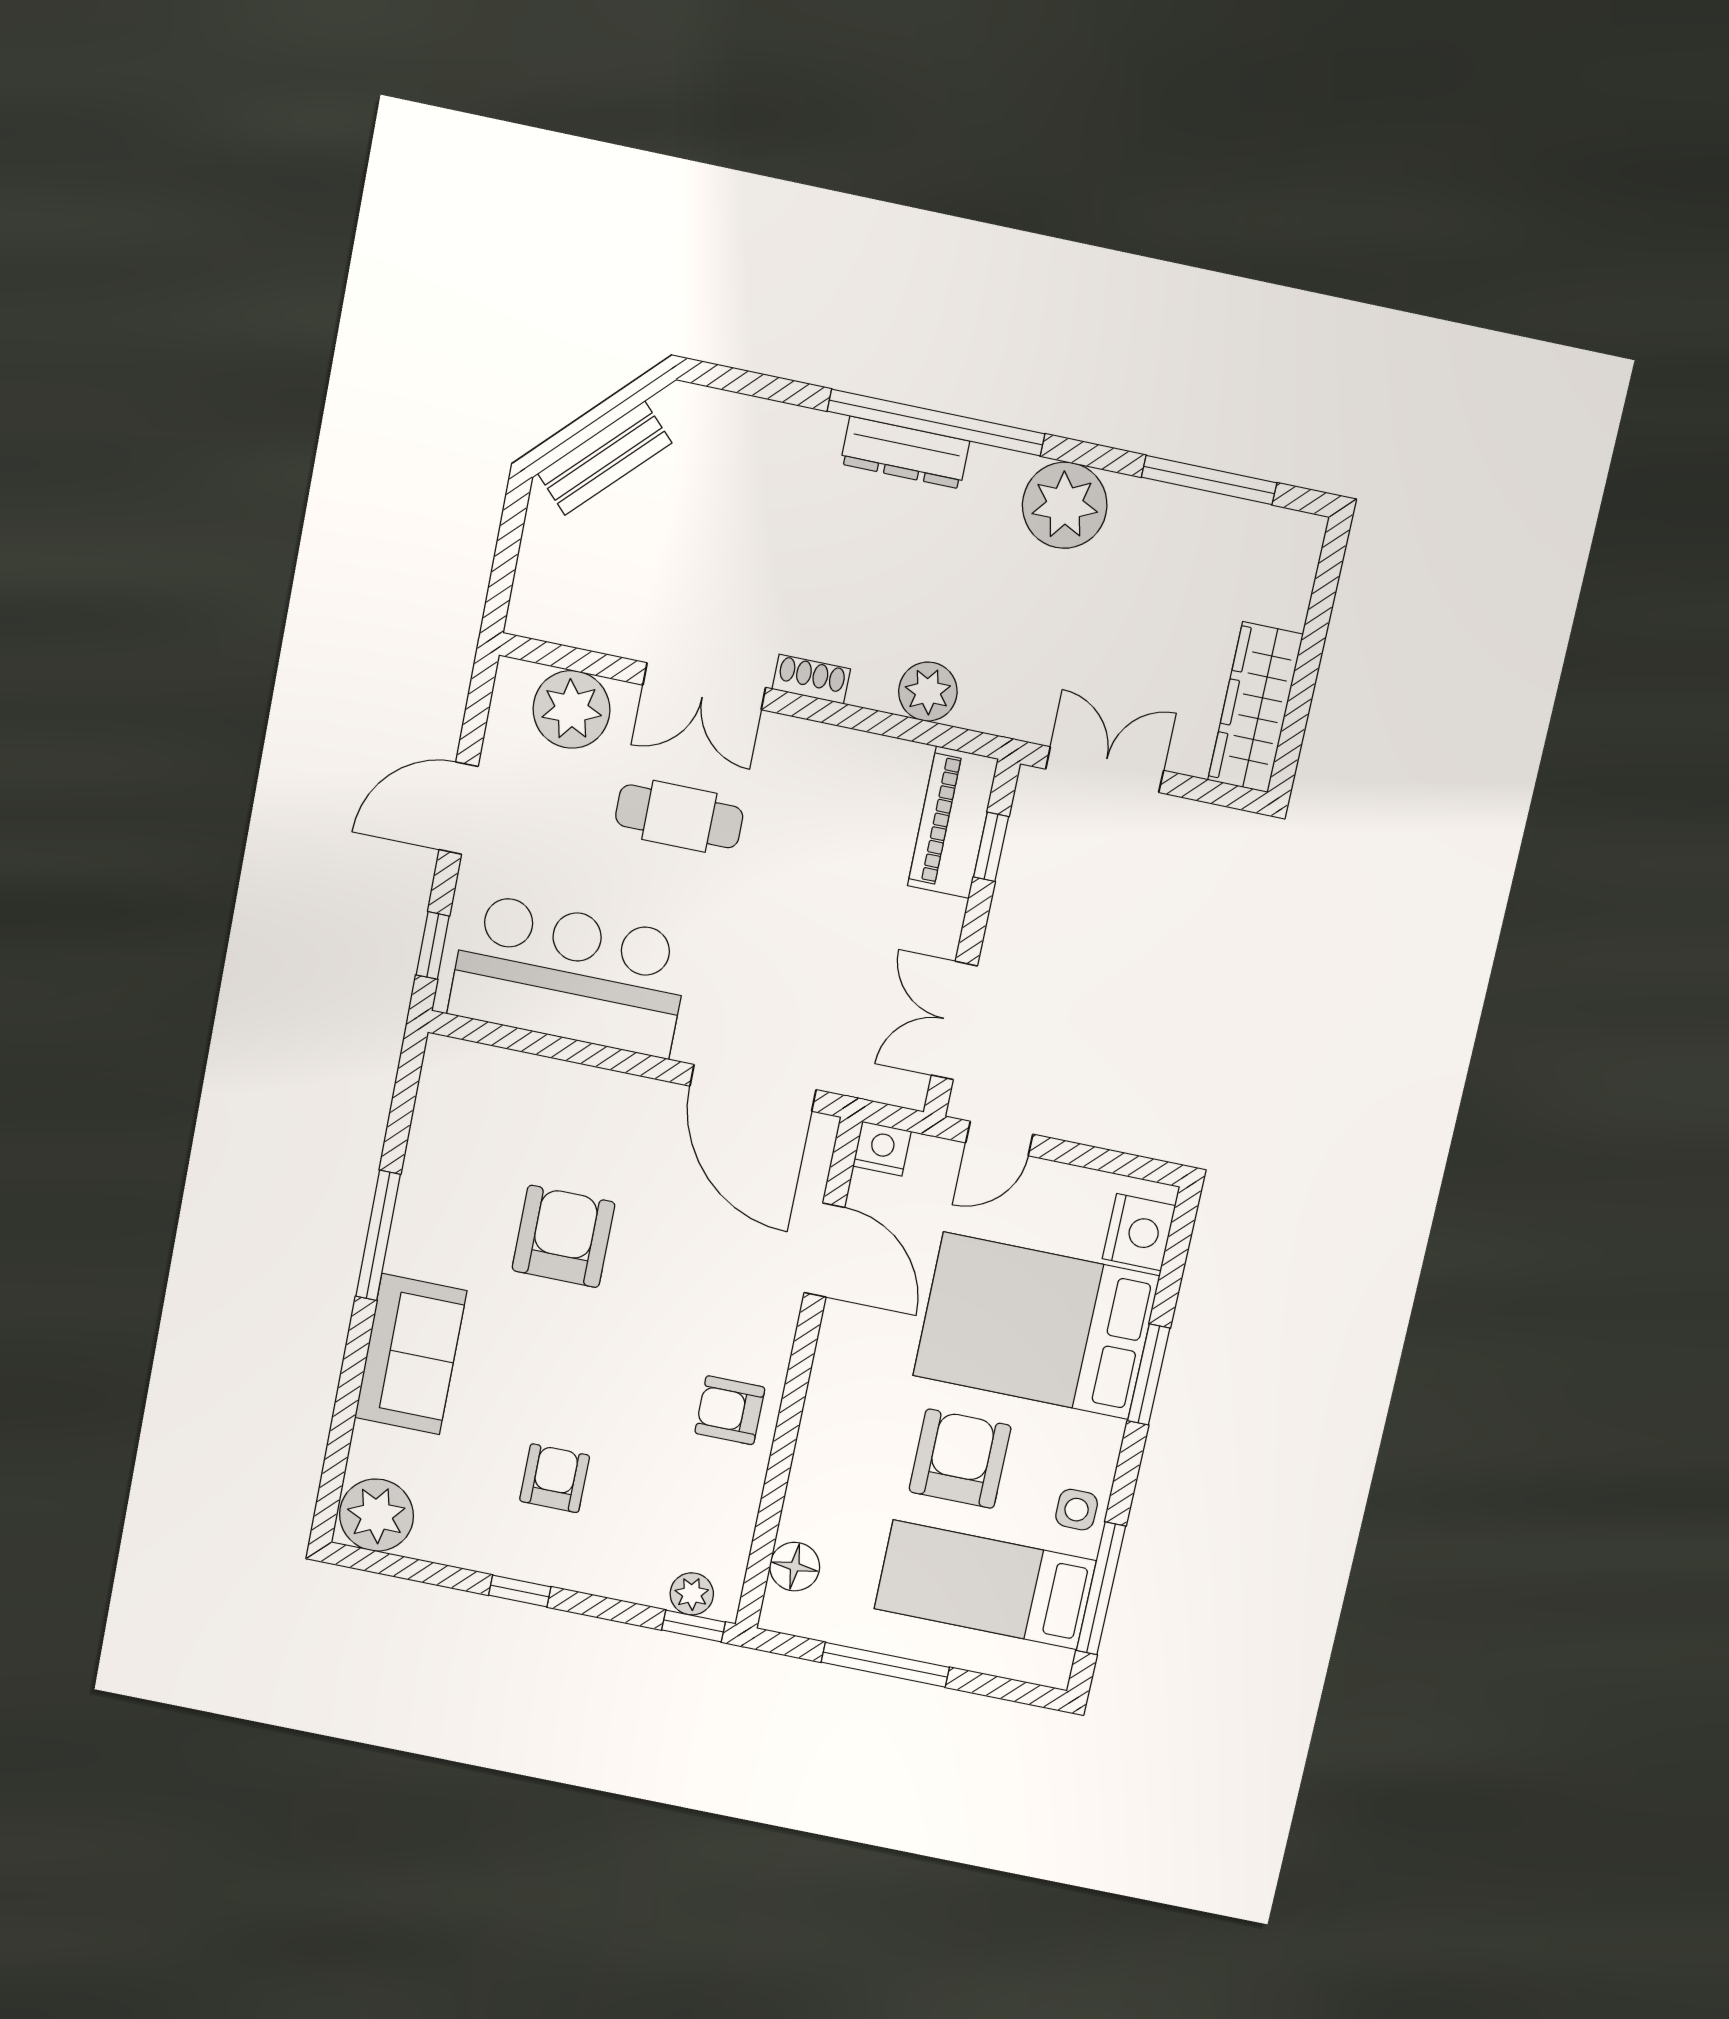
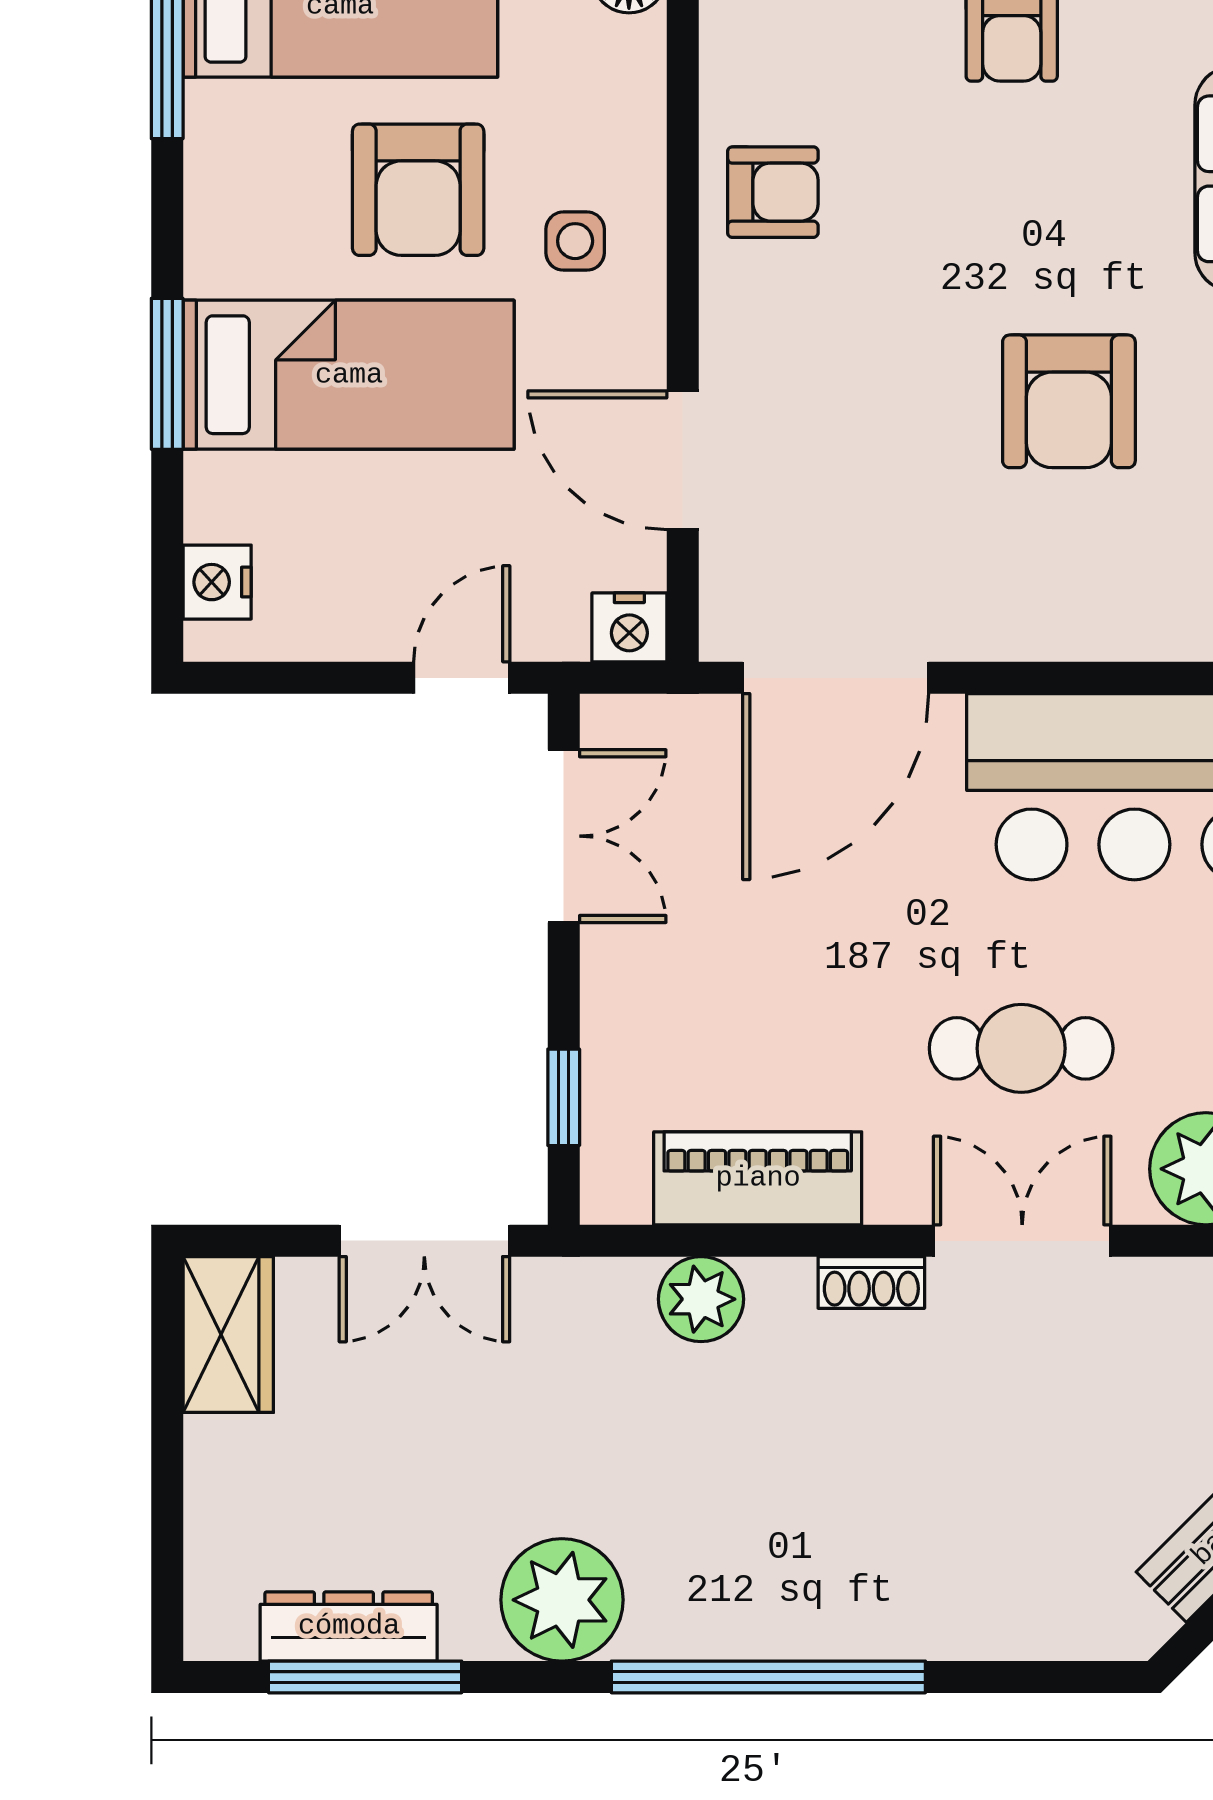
dresser: (905, 453) -> (349, 1626), moved
wardrobe: (1255, 707) -> (228, 1334), width x0.67
piano: (953, 822) -> (758, 1178), moved, turned -90
door: (753, 1088) -> (836, 678), swing flipped
nightstand: (1139, 1232) -> (217, 582), width x0.74, depth x0.75
bed: (1036, 1326) -> (349, 375), width x0.67
side table: (1077, 1510) -> (575, 241), moved

